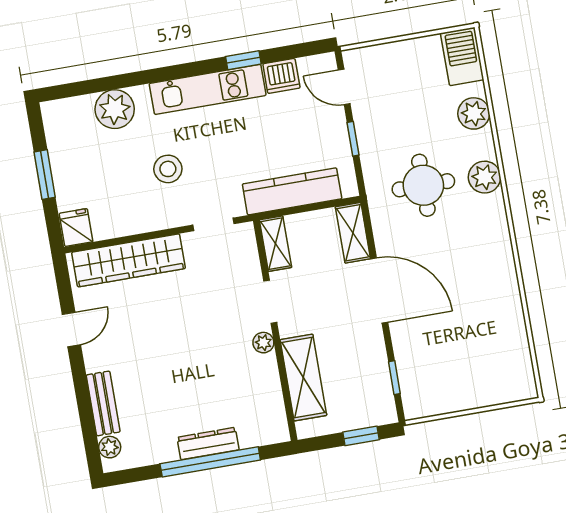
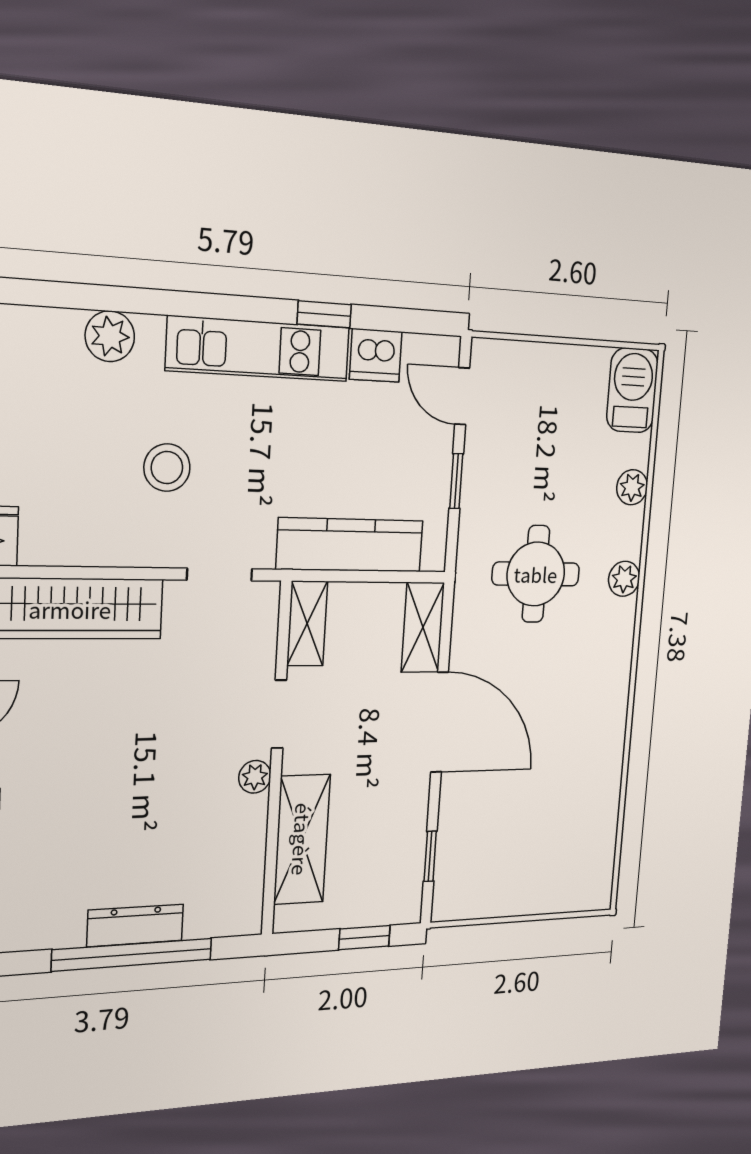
plant: (115, 109) -> (110, 336), width x0.73, depth x0.73
plant: (474, 113) -> (632, 487), width x0.73, depth x0.73
plant: (484, 177) -> (624, 579), width x0.73, depth x0.73

